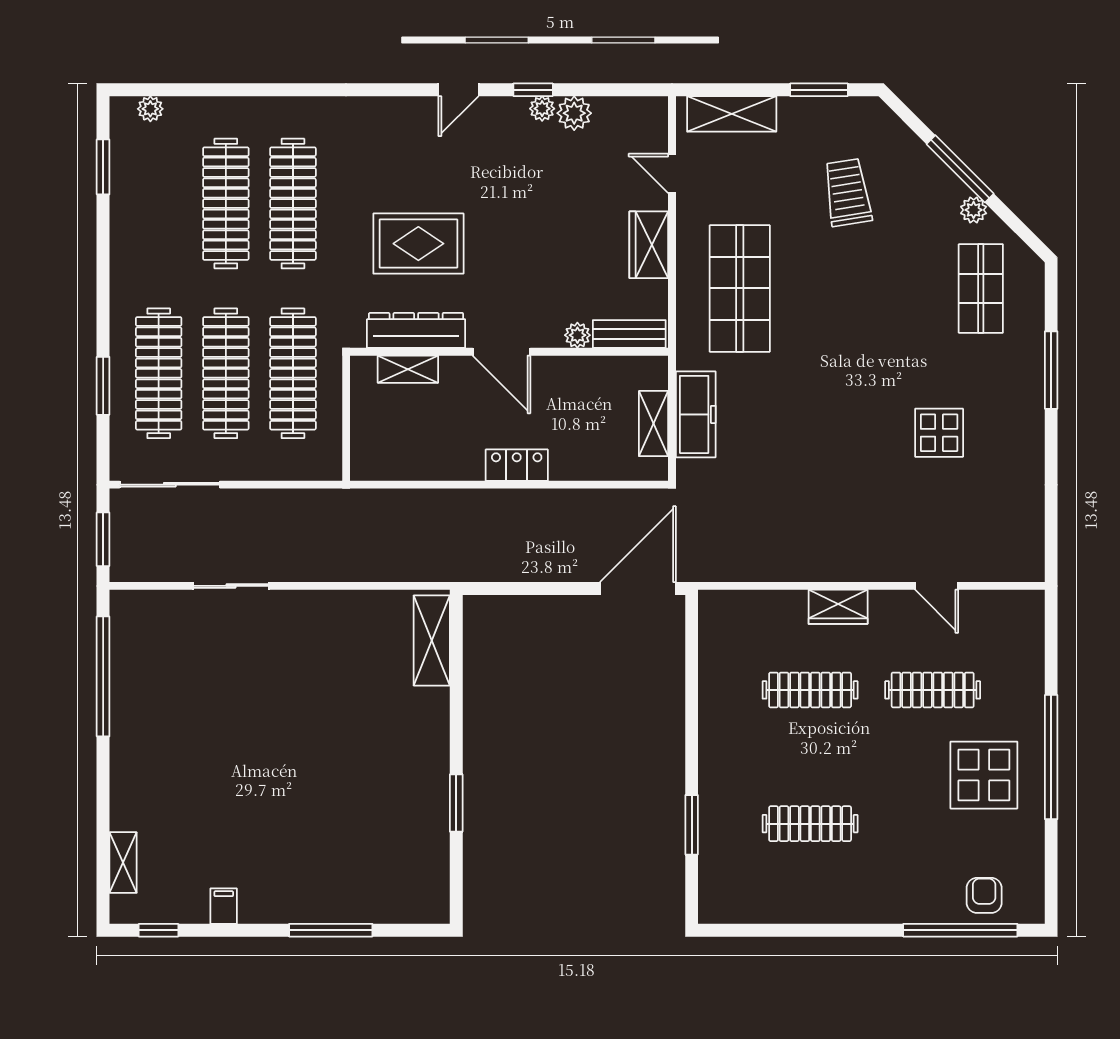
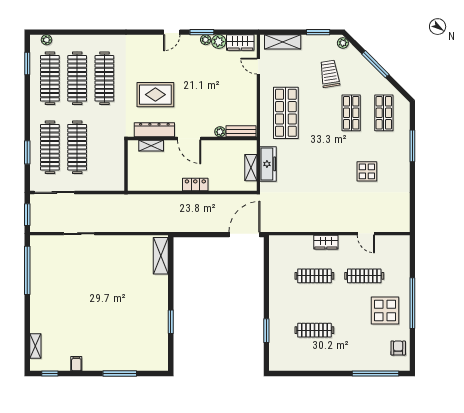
window: (533, 90) -> (202, 32), width x1.50
plant: (974, 210) -> (343, 43), moved
wardrobe: (649, 245) -> (240, 43), moved, turned -90
shop shelf: (900, 288) -> (351, 113), added
clothes rail: (293, 373) -> (50, 78), moved
armchair: (984, 895) -> (398, 348), moved

